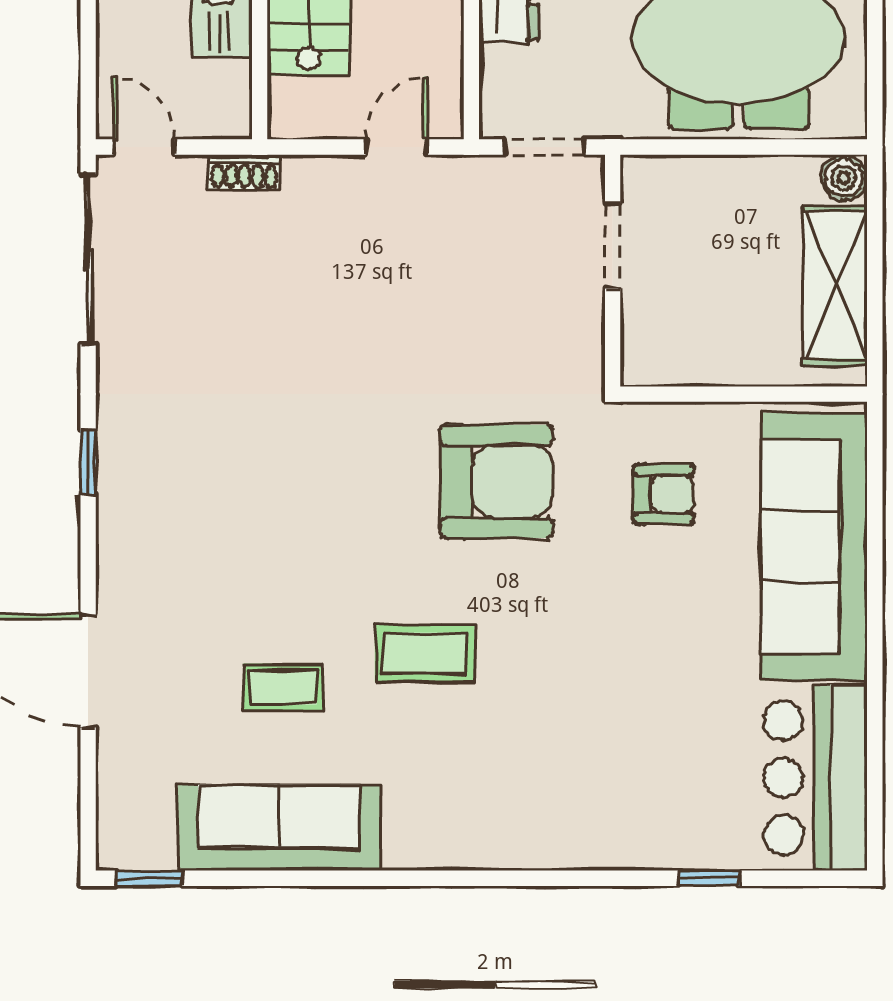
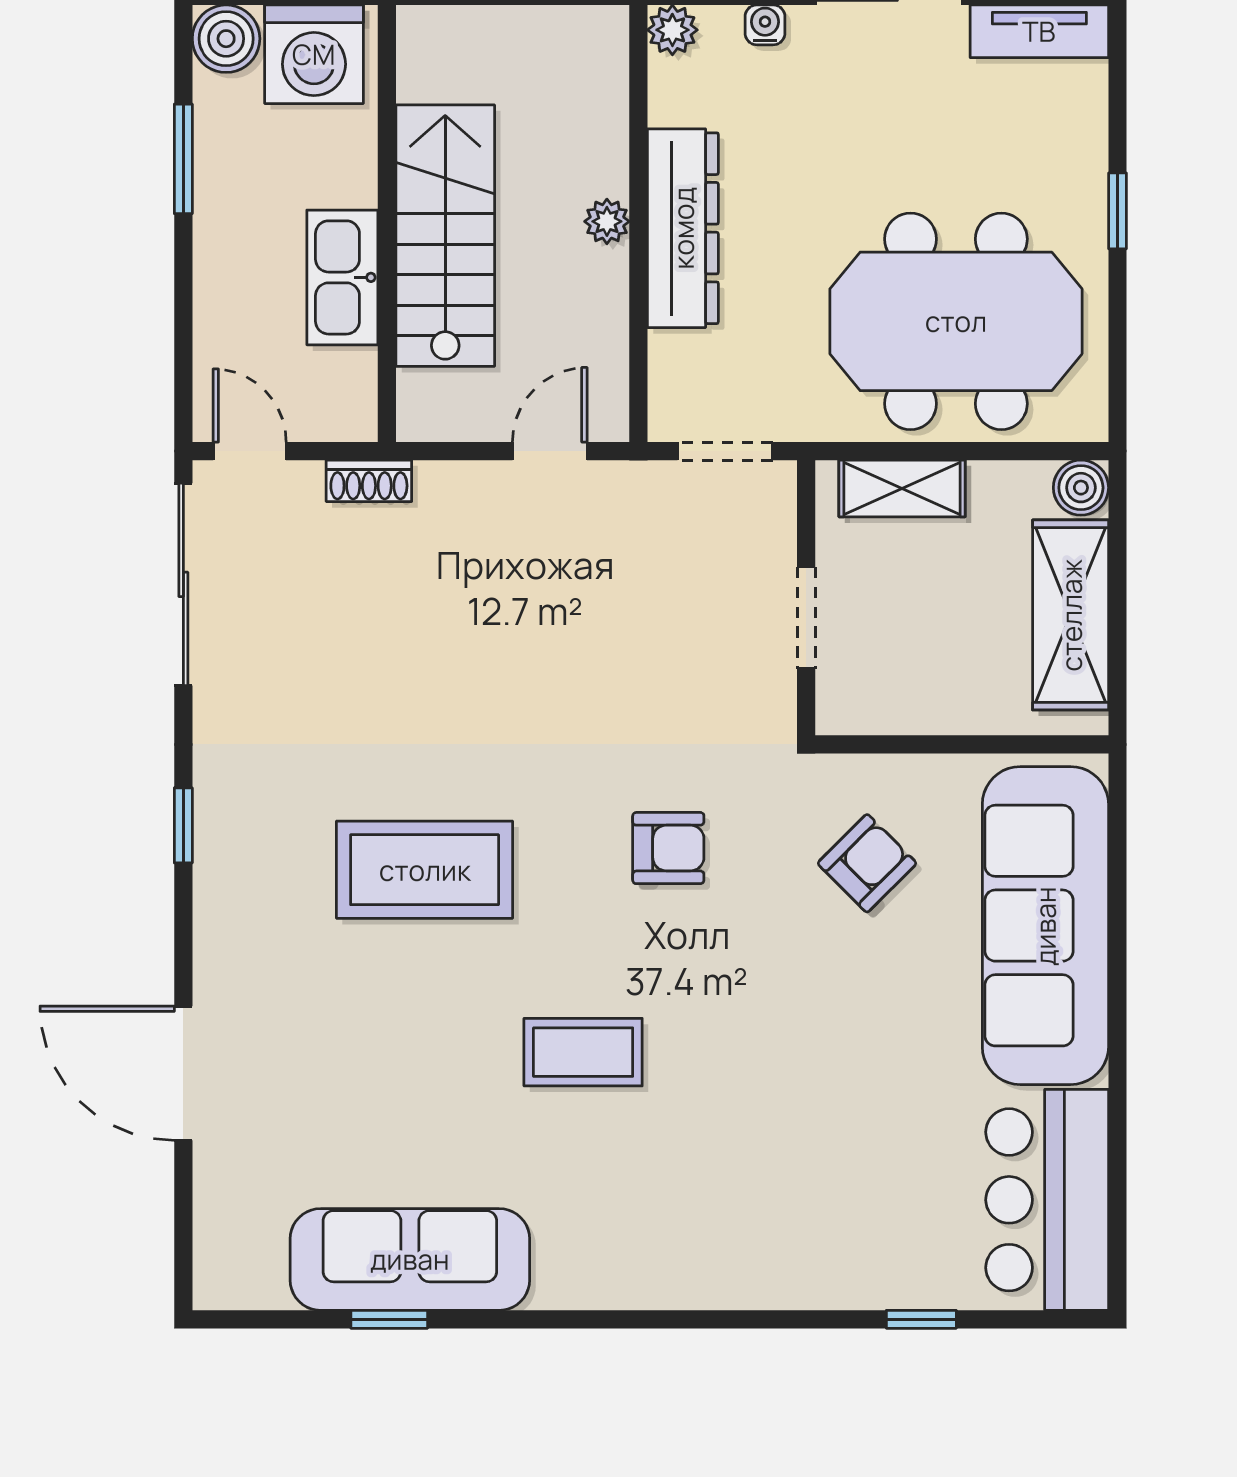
shelving: (693, 179) -> (902, 488), added
doorway: (613, 246) -> (806, 618), moved
armchair: (497, 481) -> (668, 848), width x0.53, depth x0.53
armchair: (664, 494) -> (867, 863), turned -45
coffee table: (283, 688) -> (425, 870), moved, width x1.86, depth x1.72
window: (149, 878) -> (389, 1319), moved

